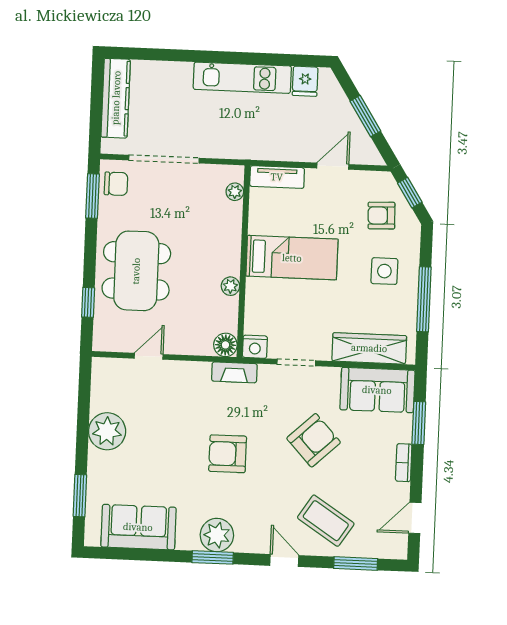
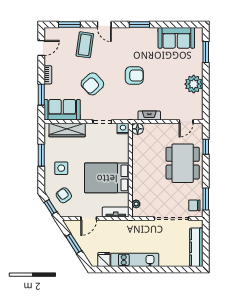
armchair: (381, 216) -> (64, 195), turned -124
bed: (292, 258) -> (107, 178), width x1.50
plant: (230, 286) -> (136, 158), removed
window: (424, 299) -> (41, 155), width x0.69
door: (149, 356) -> (186, 122), moved
fireplace: (234, 372) -> (149, 116), moved
coffee table: (326, 521) -> (85, 45), turned 65
plant: (217, 535) -> (138, 36), removed

